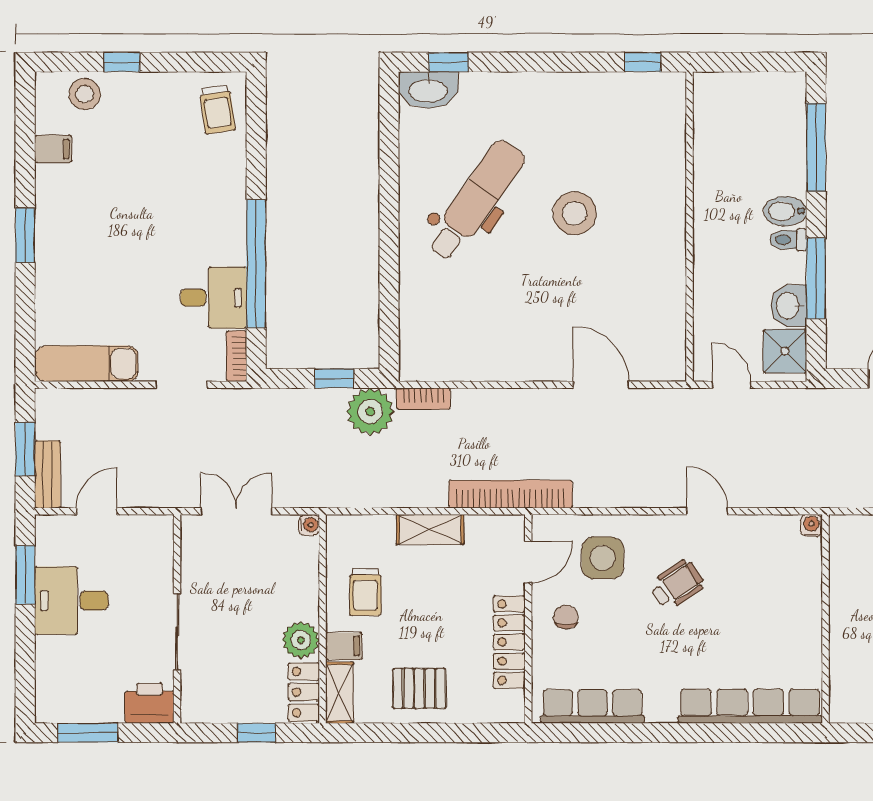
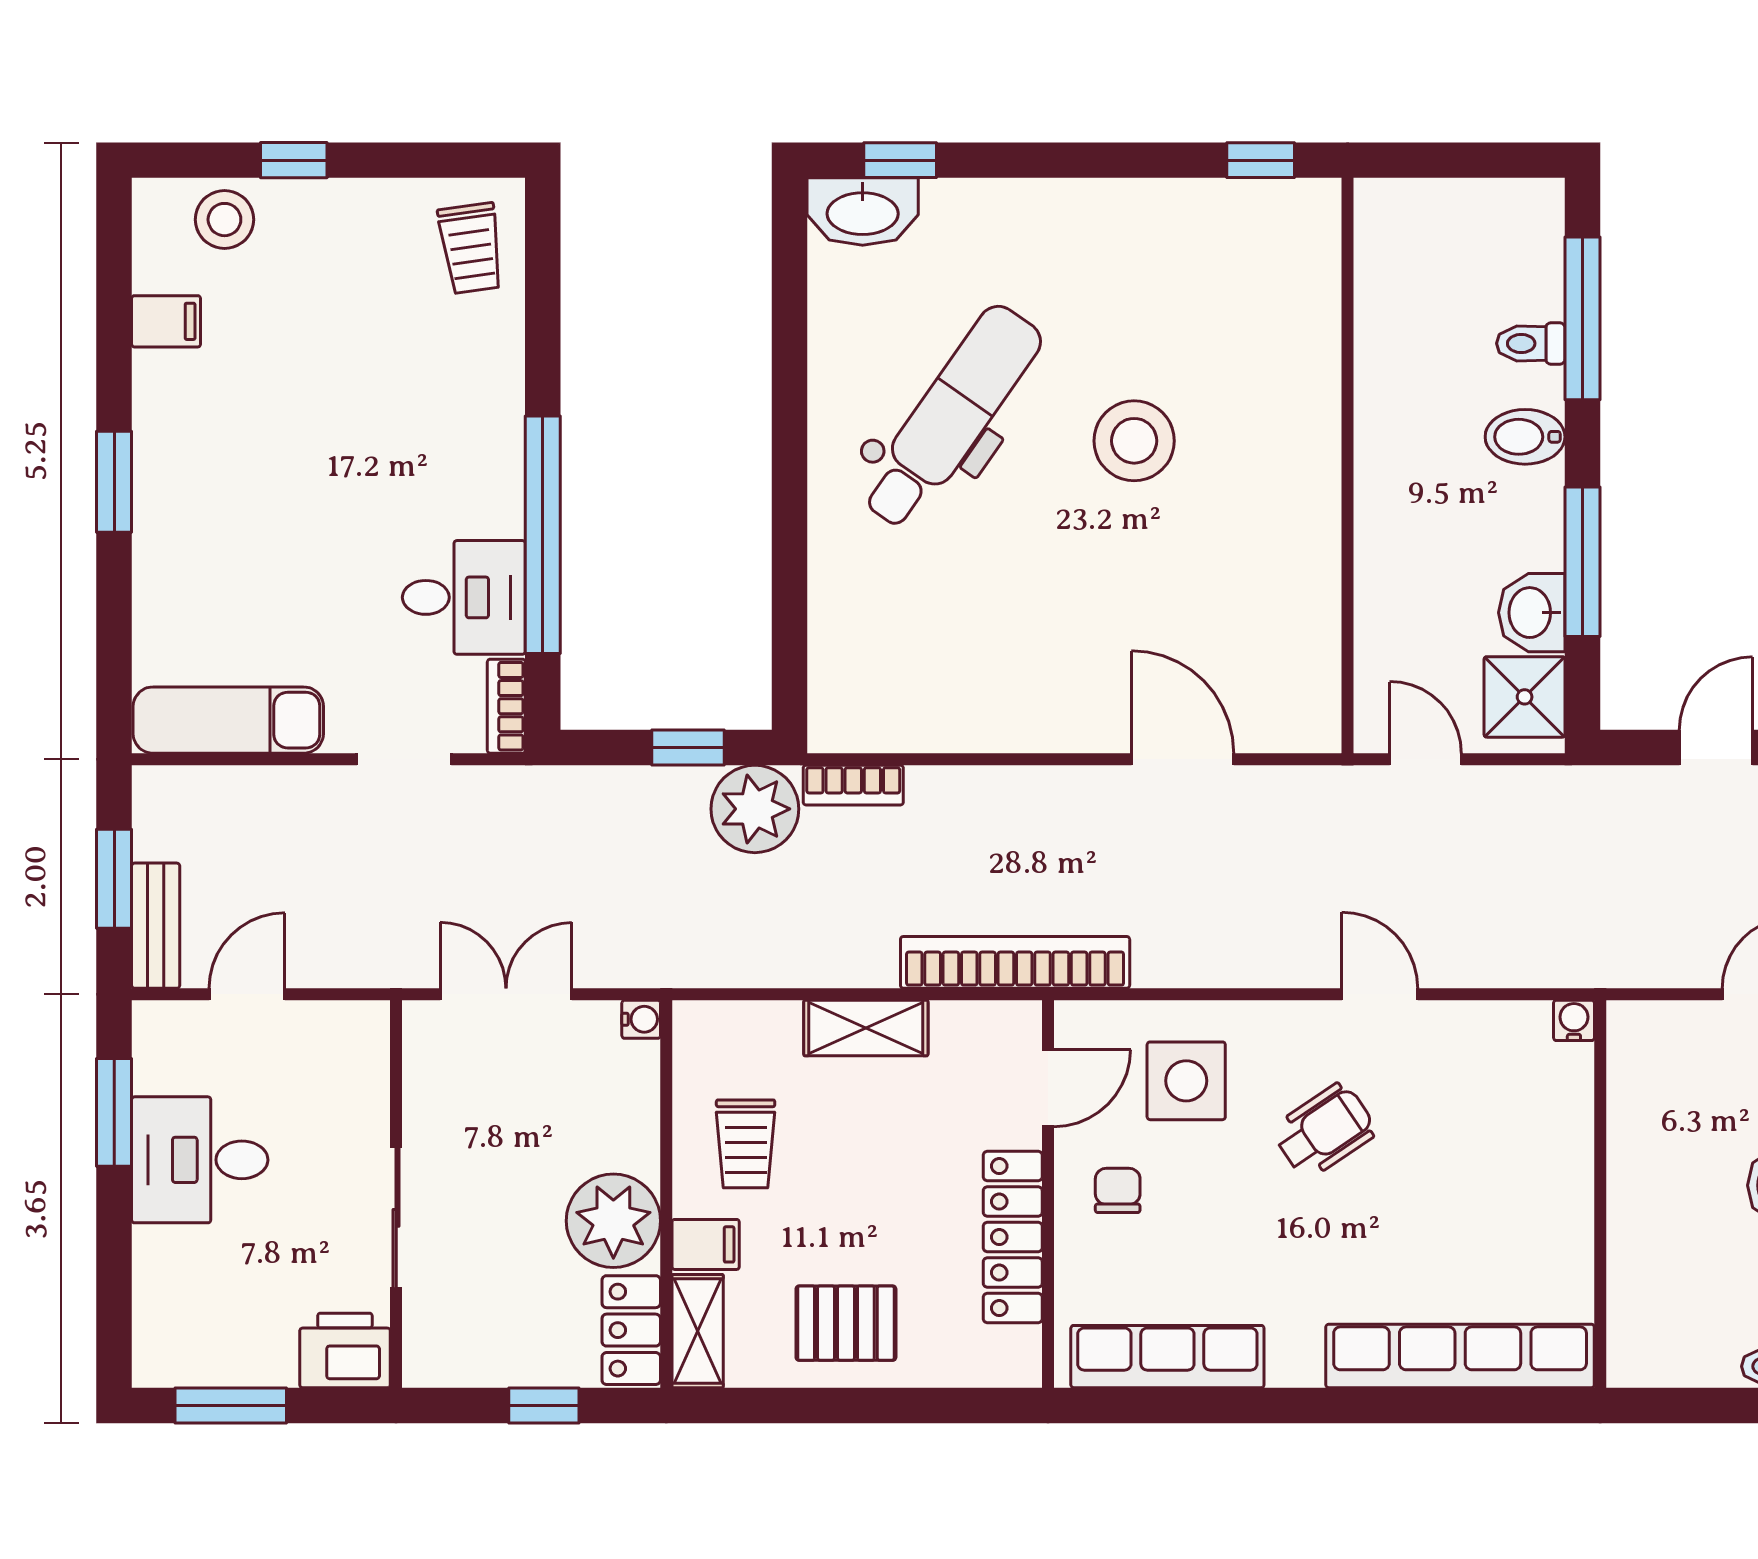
toilet: (788, 240) -> (1531, 343), moved
plant: (301, 640) -> (613, 1221), width x1.36, depth x1.36

